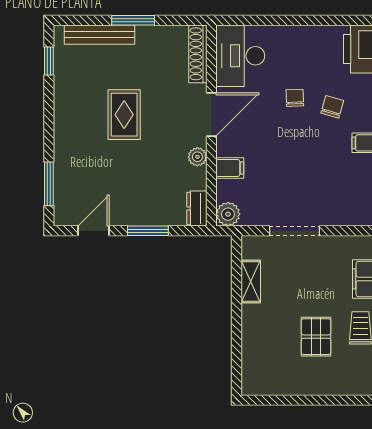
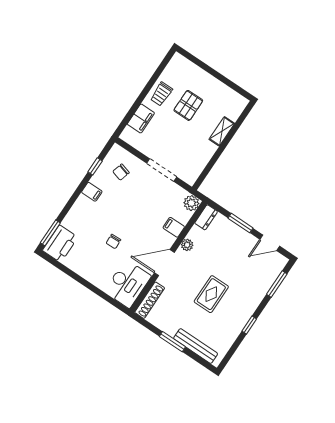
window: (49, 61) -> (249, 325), moved
chair: (332, 107) -> (121, 172), moved
shelving: (251, 281) -> (222, 131), moved

